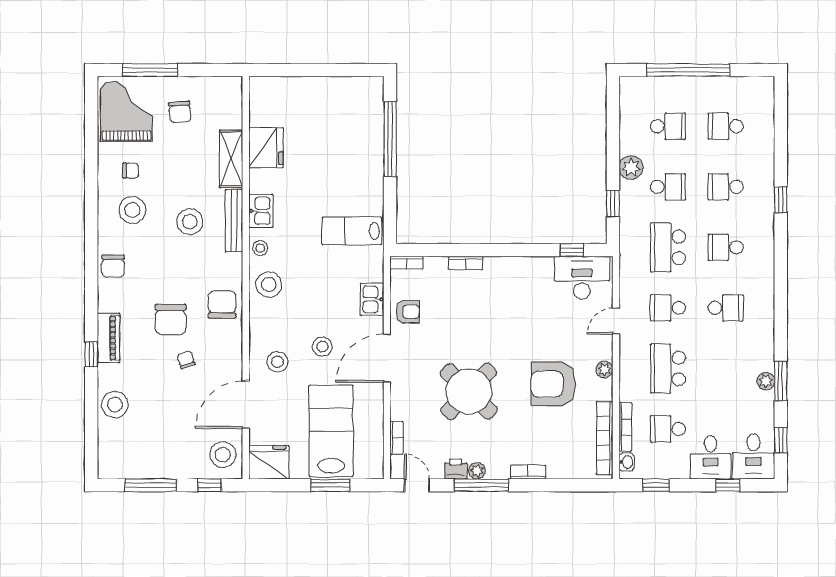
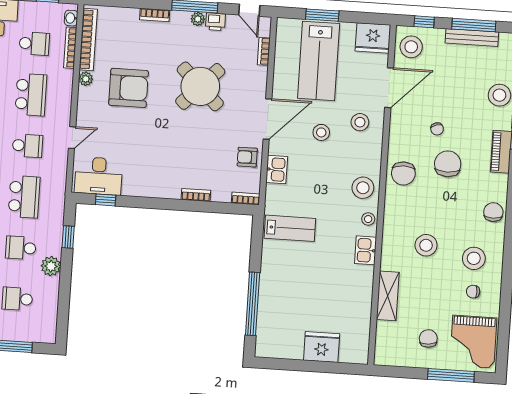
fridge: (266, 148) -> (322, 347), moved, turned 90
bench: (234, 221) -> (472, 38), moved, turned 90
plant: (604, 369) -> (86, 79), moved

